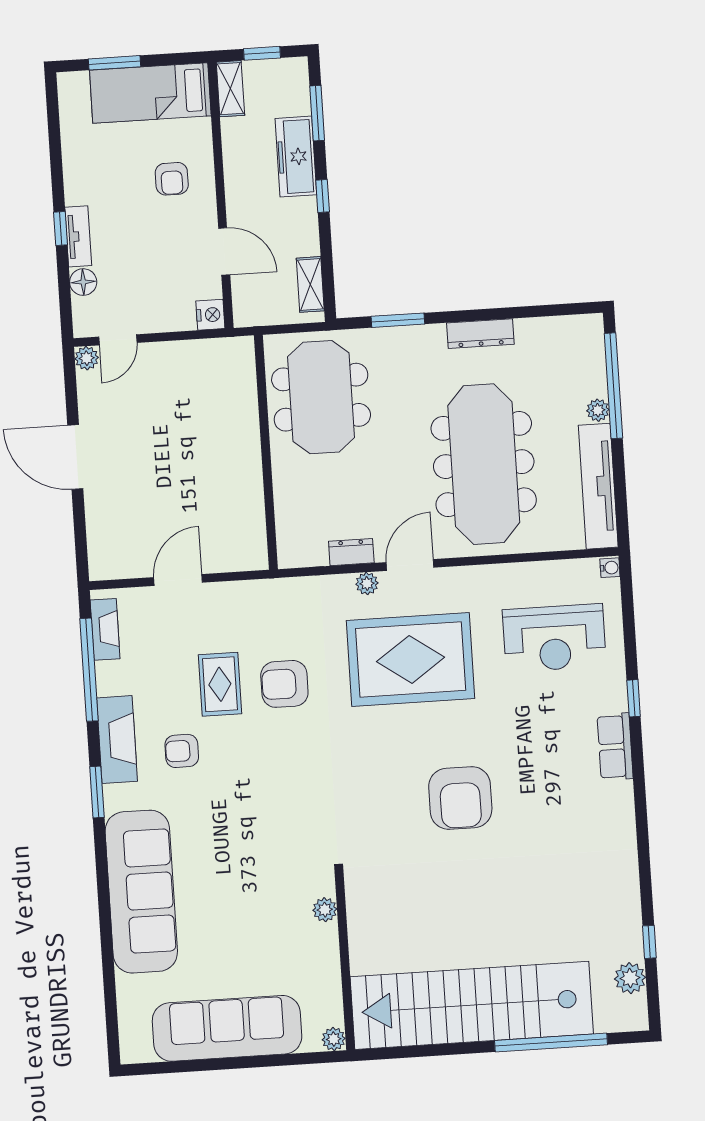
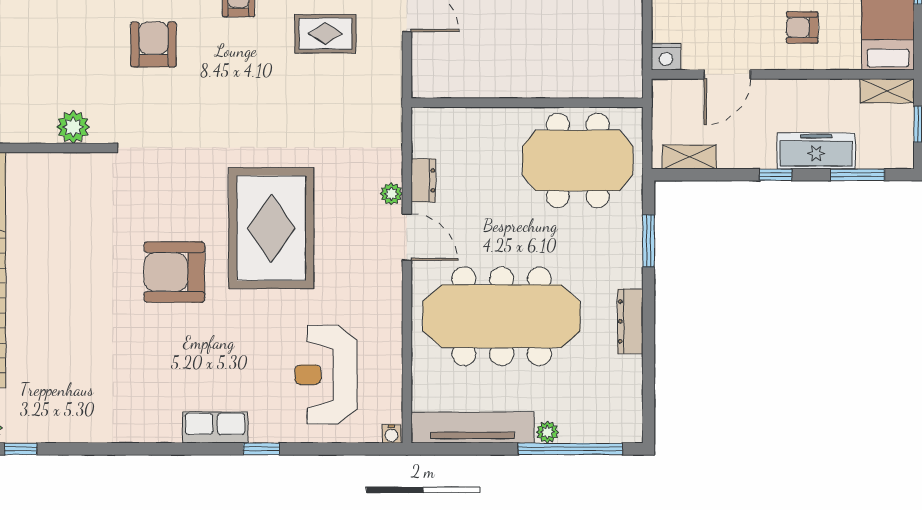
rug: (411, 659) -> (271, 228), moved
rug: (220, 684) -> (325, 34), moved
armchair: (284, 684) -> (154, 44), moved
plant: (325, 910) -> (73, 127), width x1.38, depth x1.38

